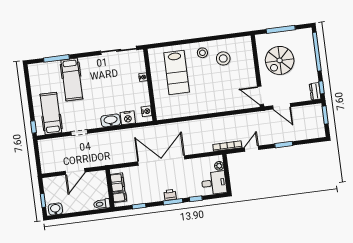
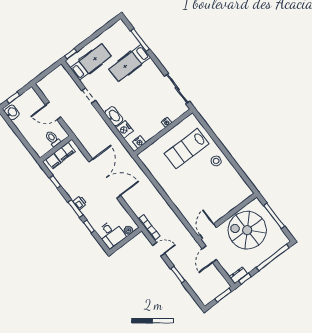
stool: (223, 58) -> (221, 181), removed
spiral stairs: (280, 60) -> (247, 230), width x1.37, depth x1.37
toilet: (102, 204) -> (53, 139), moved

